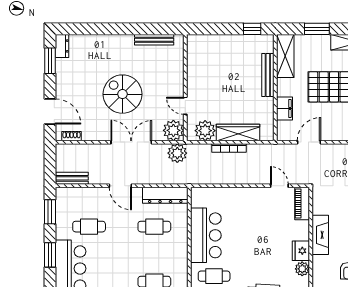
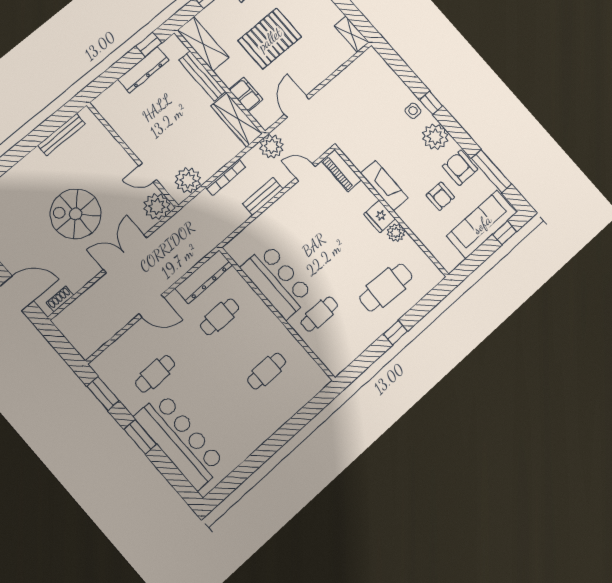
dresser: (236, 42) -> (143, 70), added
wardrobe: (238, 132) -> (237, 120), moved, turned -90
plant: (177, 153) -> (272, 146), moved
bench: (72, 178) -> (263, 196), moved

